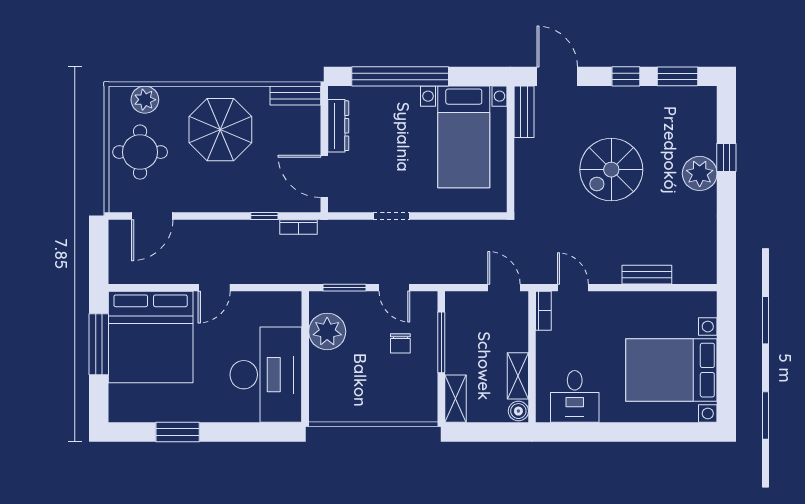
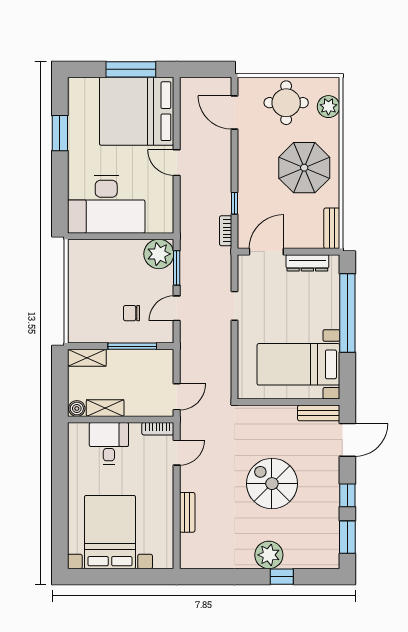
plant: (327, 331) -> (159, 254), moved
desk: (575, 396) -> (109, 443), moved, turned 90

